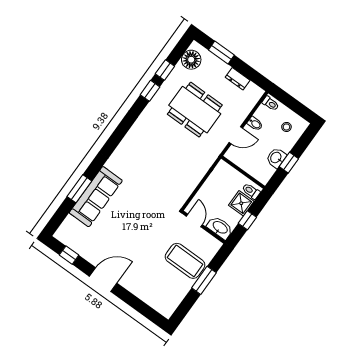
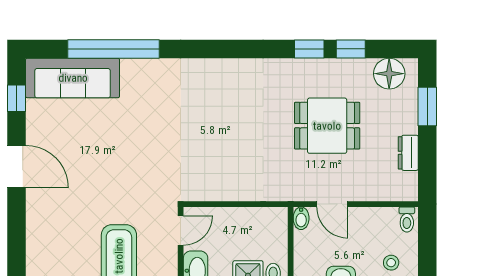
dining table: (195, 110) -> (327, 126), width x0.73
bidet: (255, 124) -> (301, 218), moved
window: (79, 189) -> (113, 49), width x2.11
sofa: (96, 197) -> (73, 78), moved

